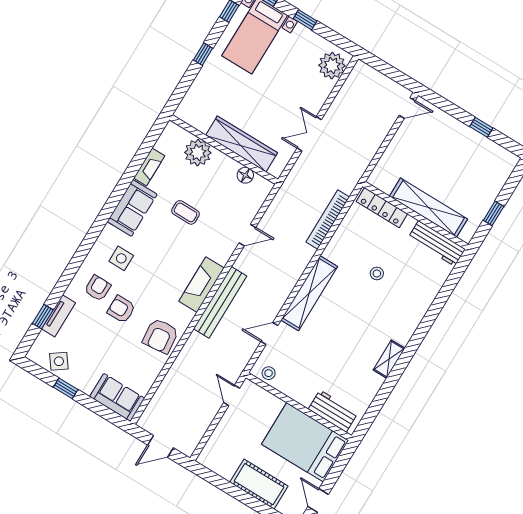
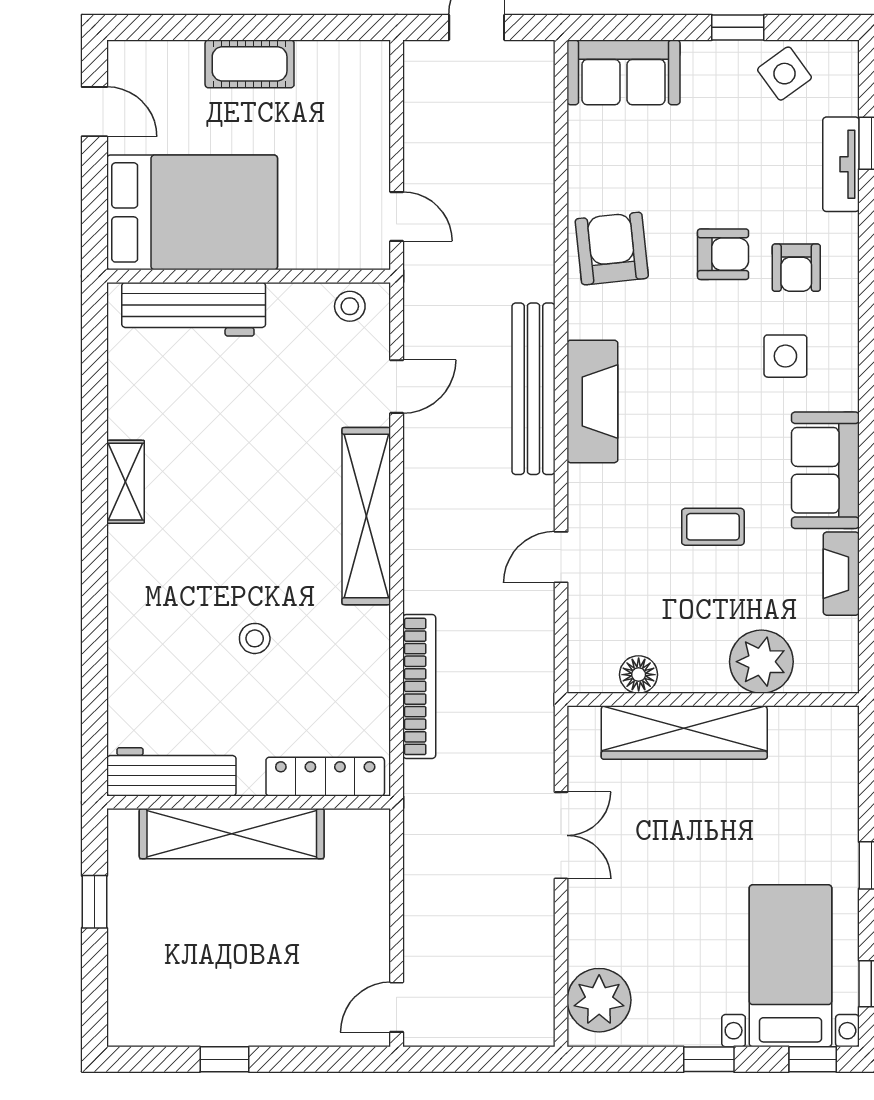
workbench: (333, 411) -> (194, 309), width x1.38
cot: (259, 484) -> (250, 64), width x0.73, depth x0.75

